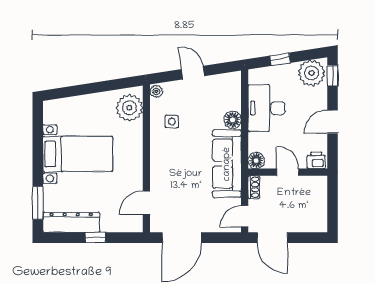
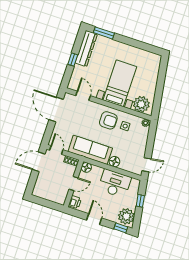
door: (193, 73) -> (147, 165), moved
armchair: (172, 151) -> (108, 120), added
bed with nightstands: (78, 154) -> (120, 83), moved, turned 180

